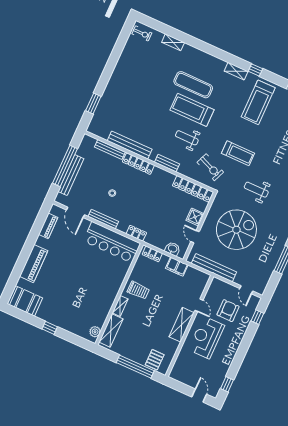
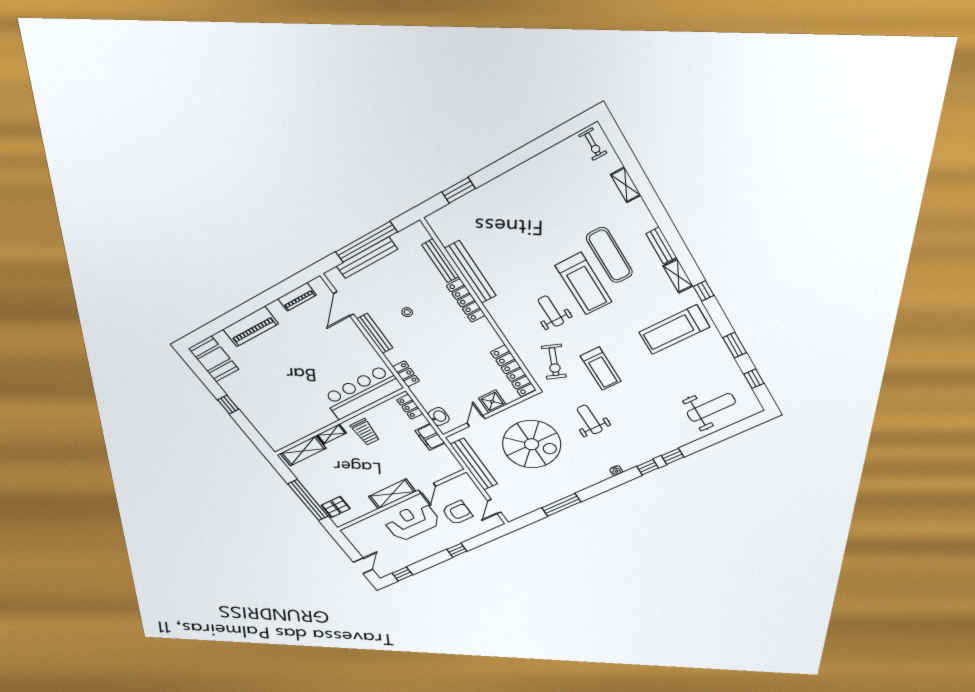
treadmill: (192, 110) -> (584, 284), turned 180
bench: (167, 163) -> (661, 245), moved
bar counter: (112, 242) -> (362, 392), moved, turned 90
window: (257, 317) -> (457, 550), moved
plant: (95, 332) -> (283, 441), removed

